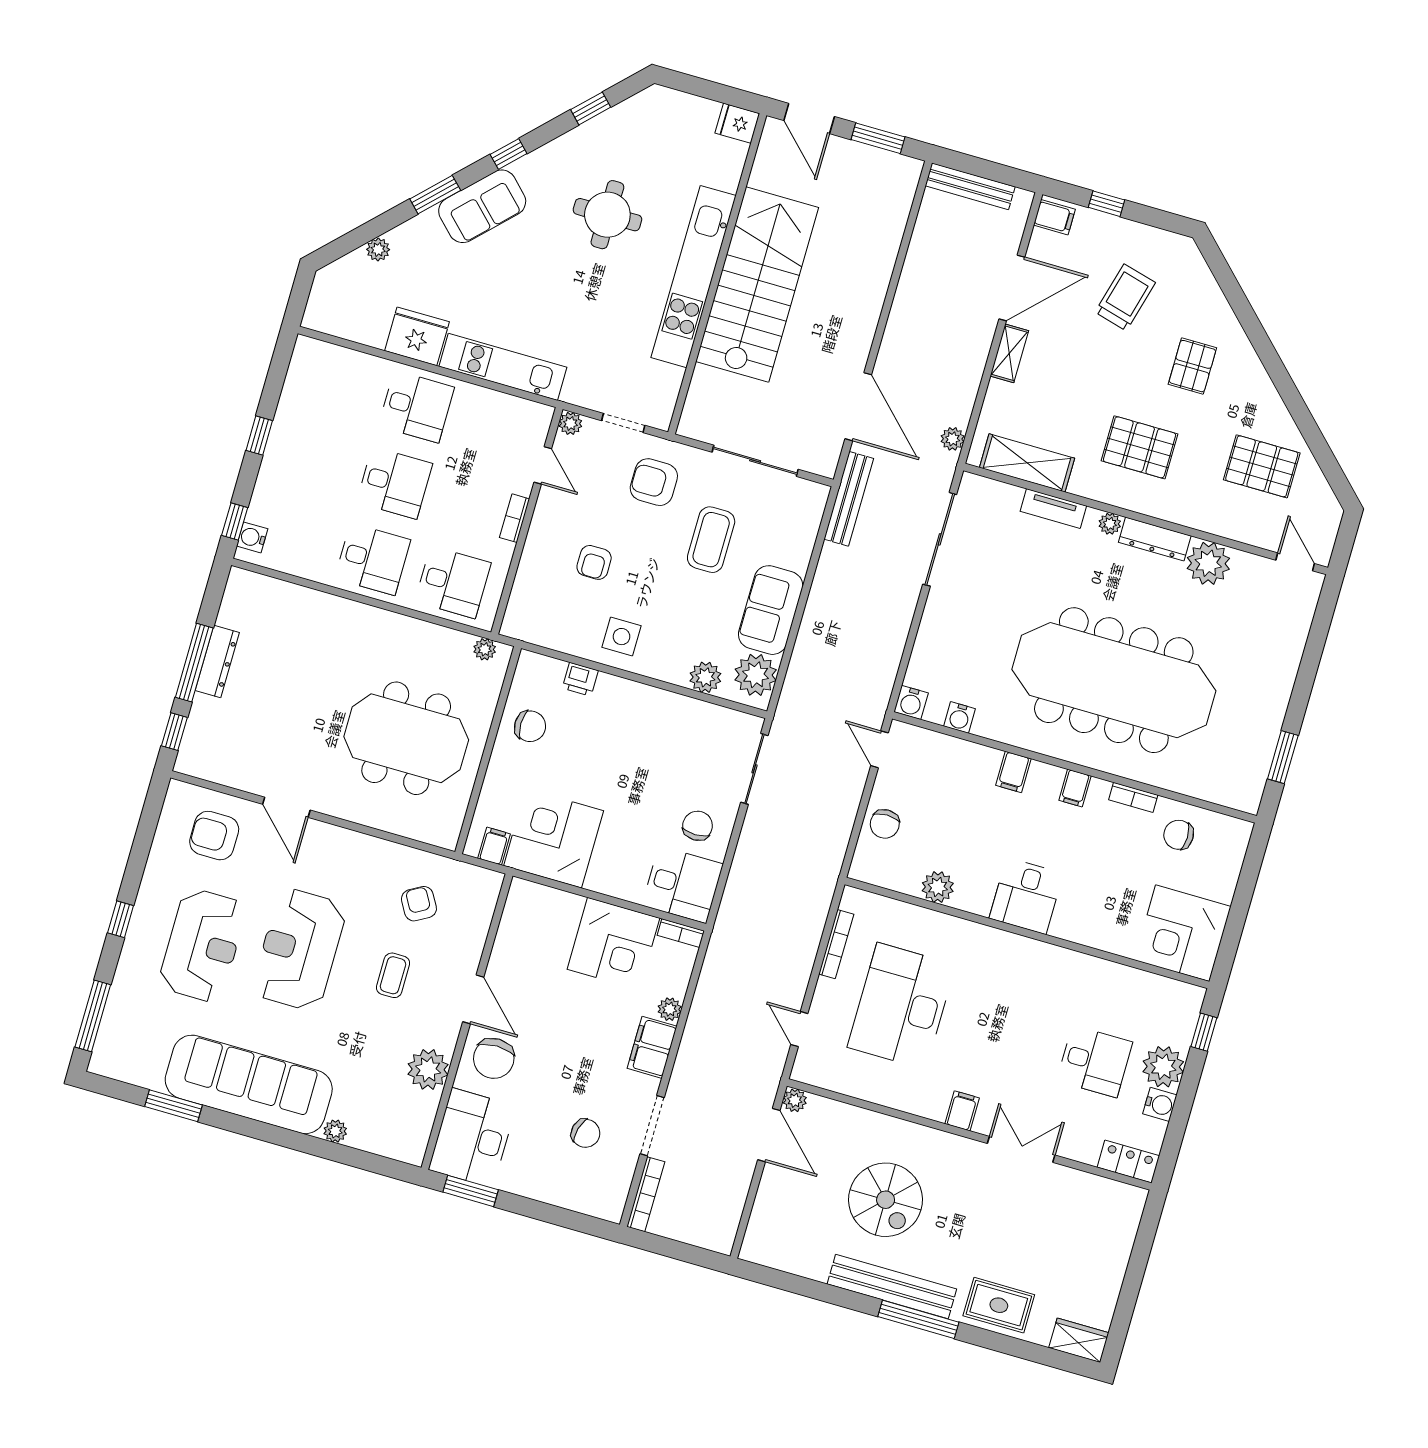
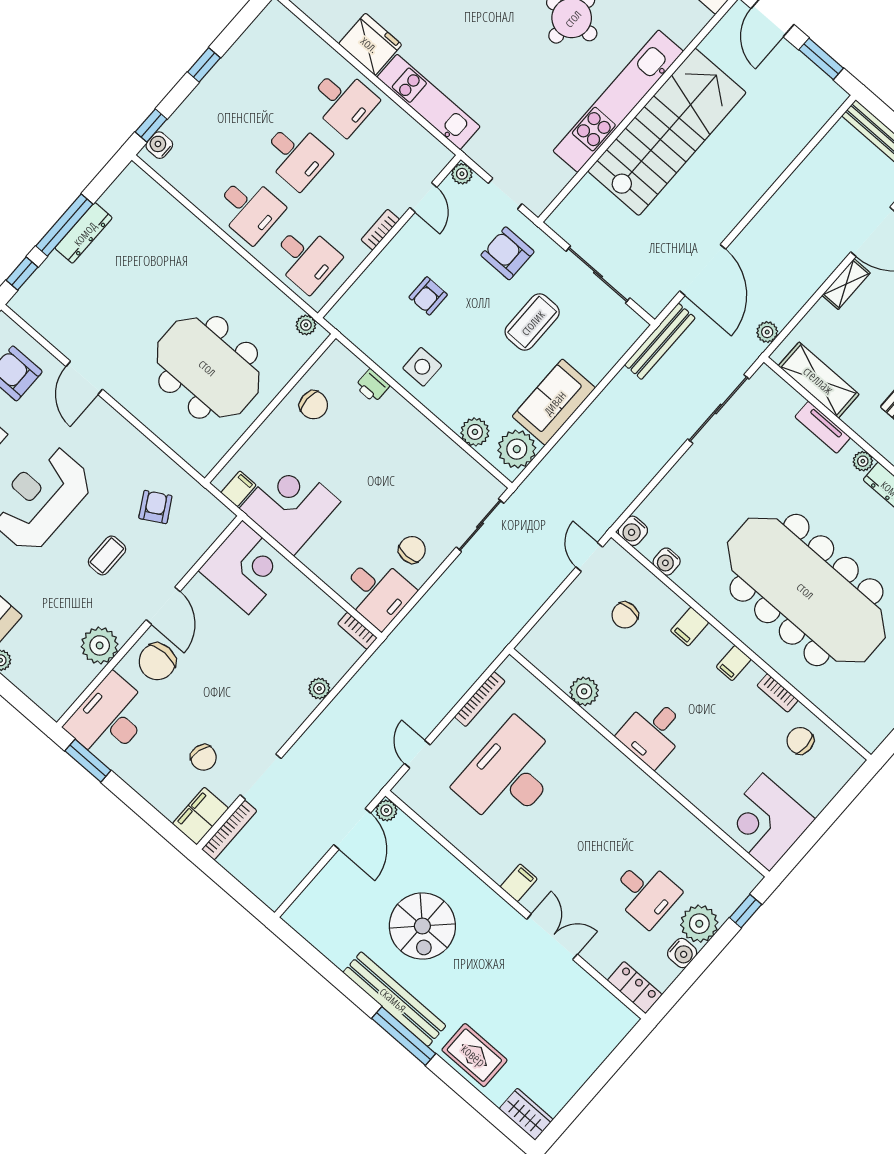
chair: (885, 824) -> (625, 615), moved
corner desk: (613, 944) -> (245, 567), moved, turned -90
filing cabinet: (652, 1047) -> (200, 816), moved

